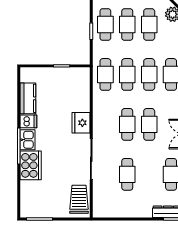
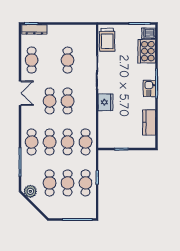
dishwasher: (28, 121) -> (149, 33), moved
cooker: (31, 165) -> (147, 51), moved

